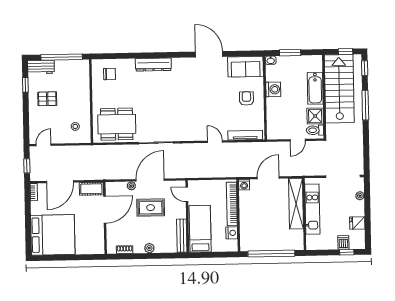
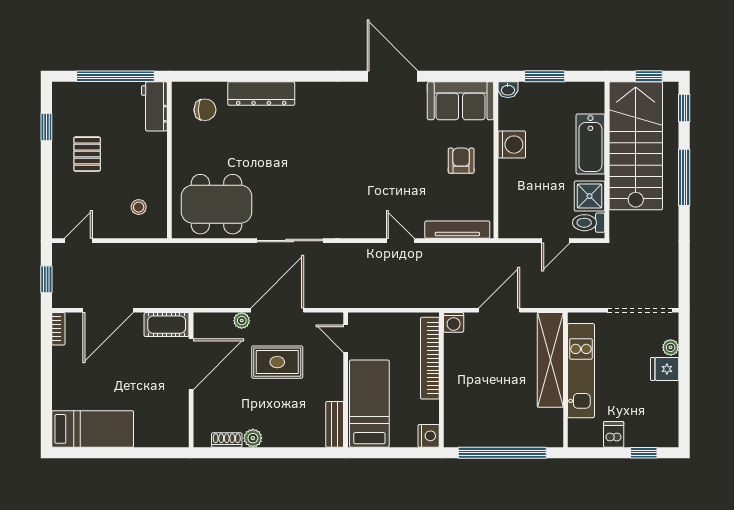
dresser: (153, 65) -> (261, 94), moved
workbench: (41, 67) -> (154, 106), moved, turned 90
pallet: (47, 99) -> (87, 154), turned 90
fridge: (357, 223) -> (665, 369), moved
nightstand: (232, 233) -> (429, 436), moved
bed: (53, 235) -> (93, 429), width x0.49
bench: (182, 236) -> (335, 424), width x0.73
dishwasher: (343, 242) -> (614, 434), moved
plant: (149, 248) -> (253, 438), moved

